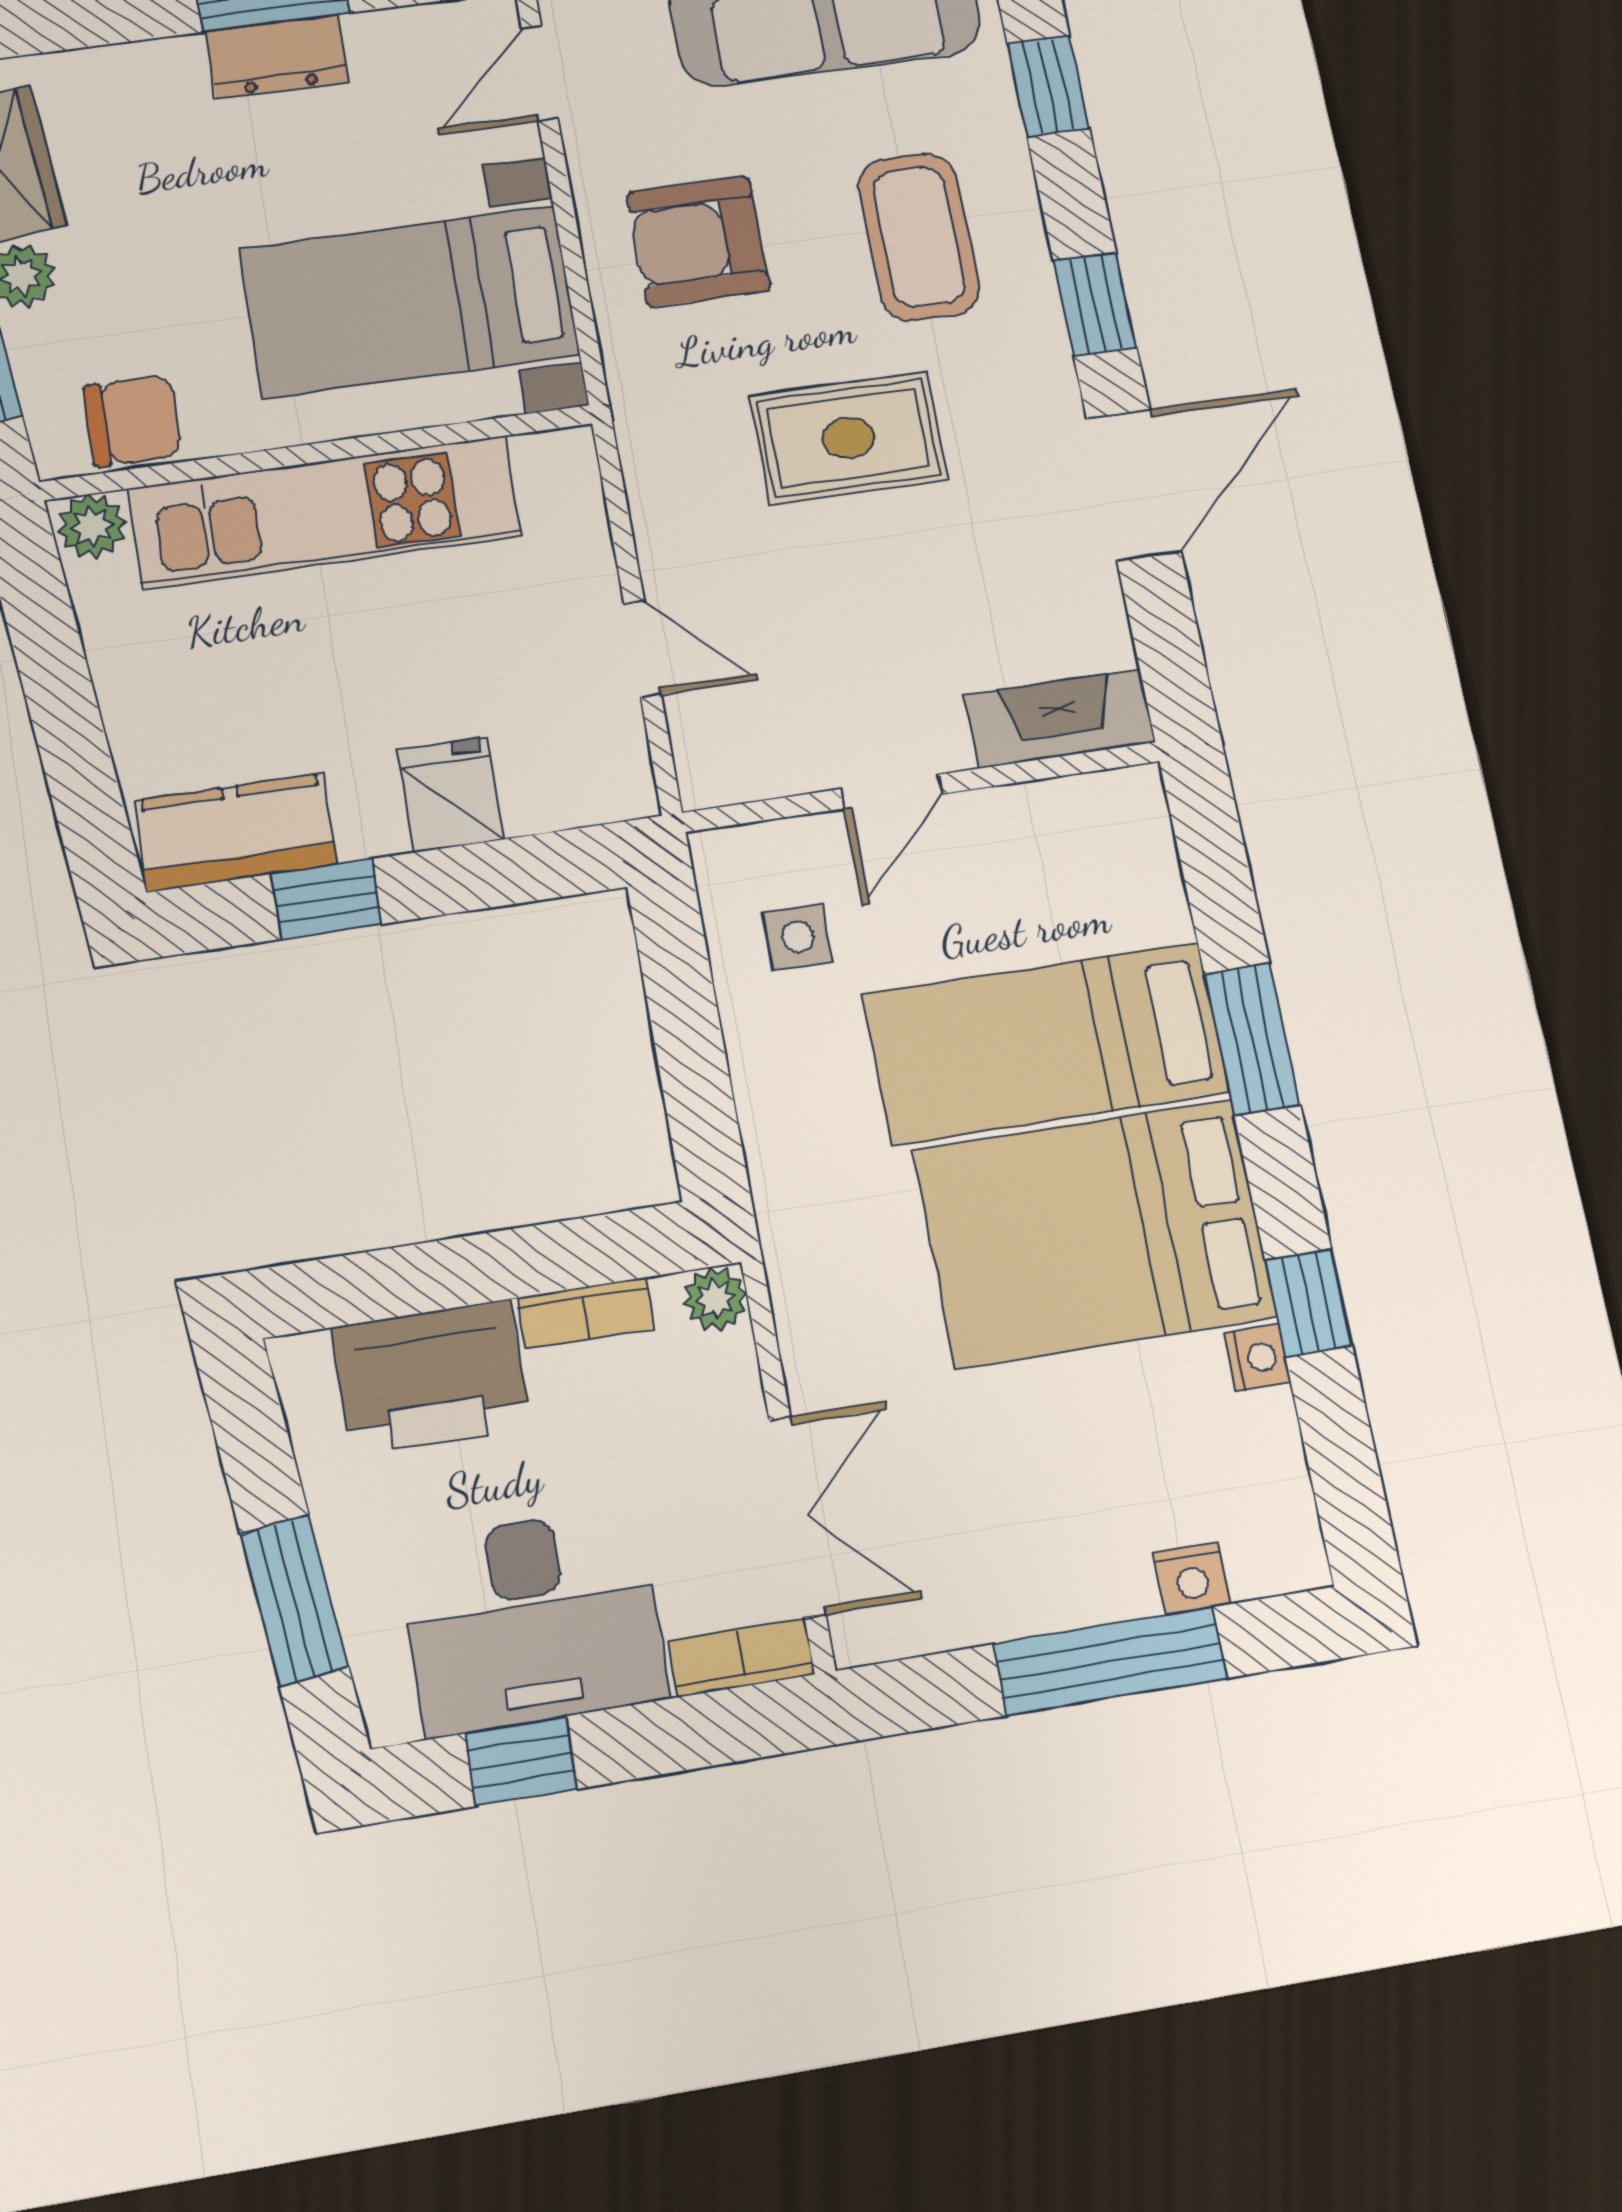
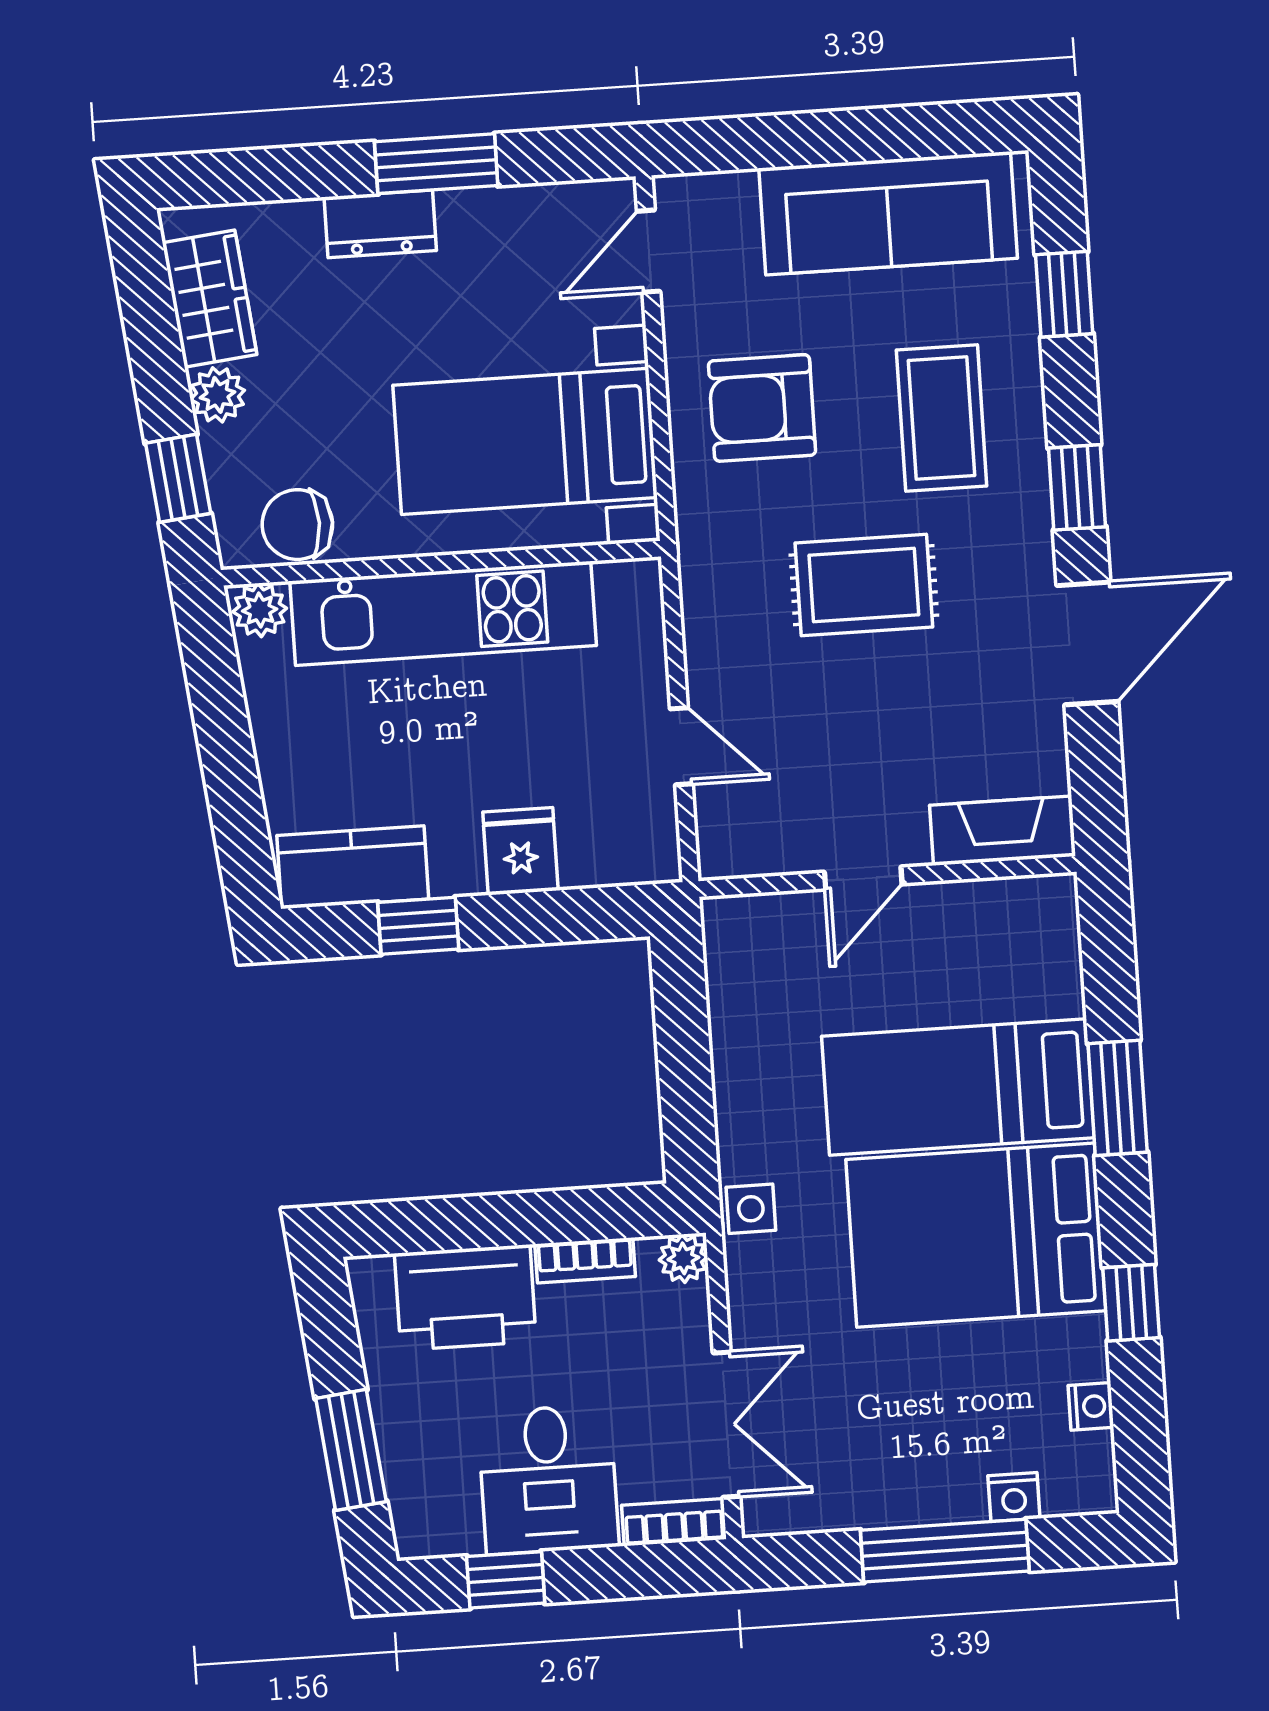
dresser: (277, 57) -> (380, 224), moved
chair: (132, 421) -> (297, 525), turned 180
side table: (798, 937) -> (751, 1209), moved
nightstand: (1257, 1358) -> (1091, 1406), moved
desk: (532, 1620) -> (548, 1479), width x0.73

